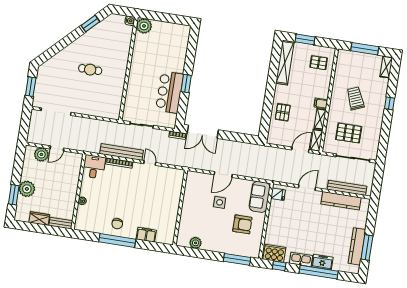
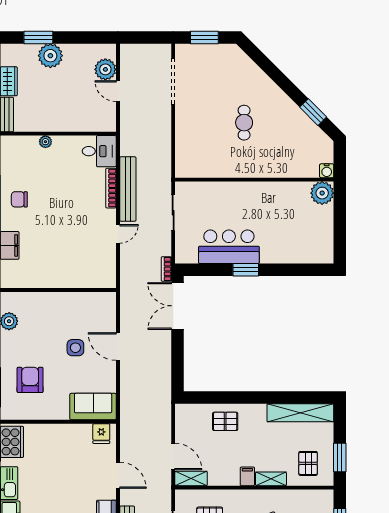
window: (305, 39) -> (340, 457), moved
shelving: (320, 119) -> (271, 479), moved
armchair: (242, 224) -> (30, 380), moved, turned 180

